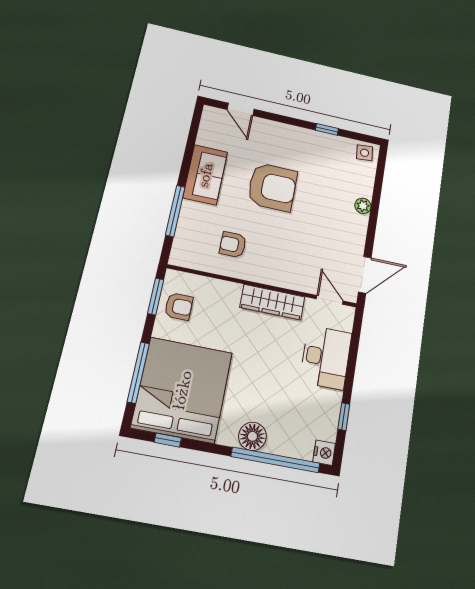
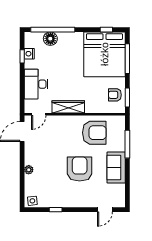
door: (241, 109) -> (105, 210), swing flipped
armchair: (272, 187) -> (80, 169), turned 90
armchair: (233, 245) -> (94, 133), width x1.88, depth x1.88
door: (330, 300) -> (39, 114), hinge flipped
floor lamp: (252, 436) -> (50, 39), moved
nightstand: (324, 453) -> (29, 54), moved

